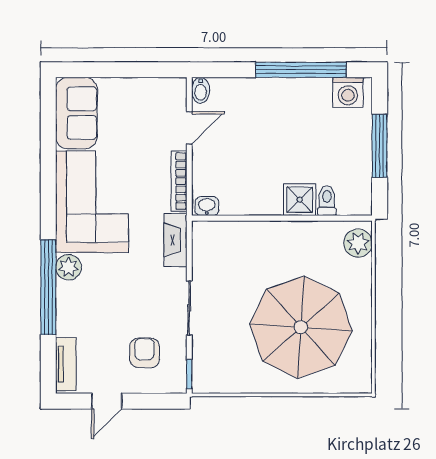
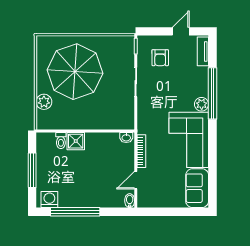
fireplace: (175, 240) -> (143, 119), removed
plant: (358, 243) -> (44, 102), moved

